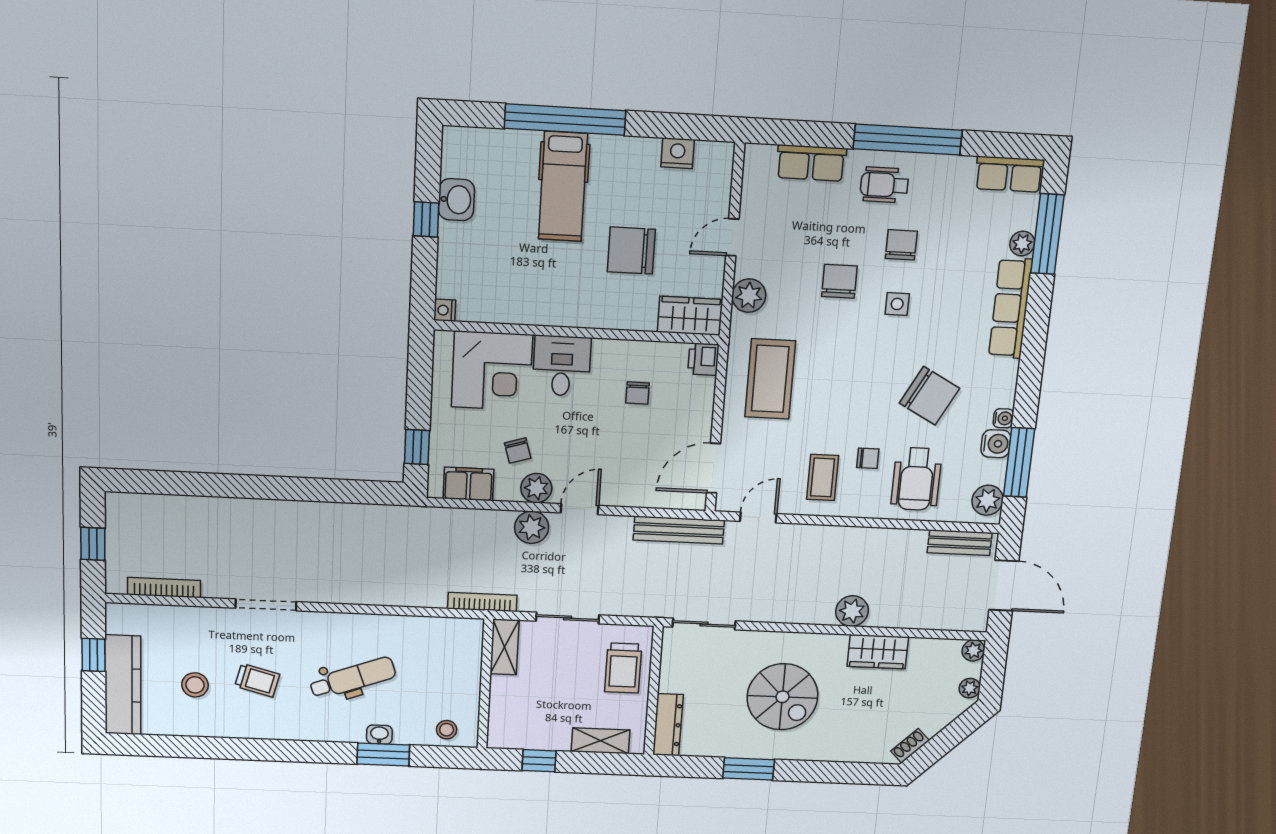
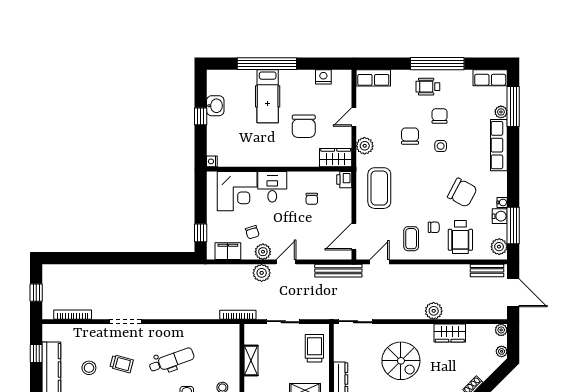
row of seats: (811, 163) -> (373, 78), moved
chair: (631, 251) -> (304, 126), turned -90
shelving: (505, 647) -> (251, 360), moved
trolley: (623, 668) -> (314, 348), turned 180

